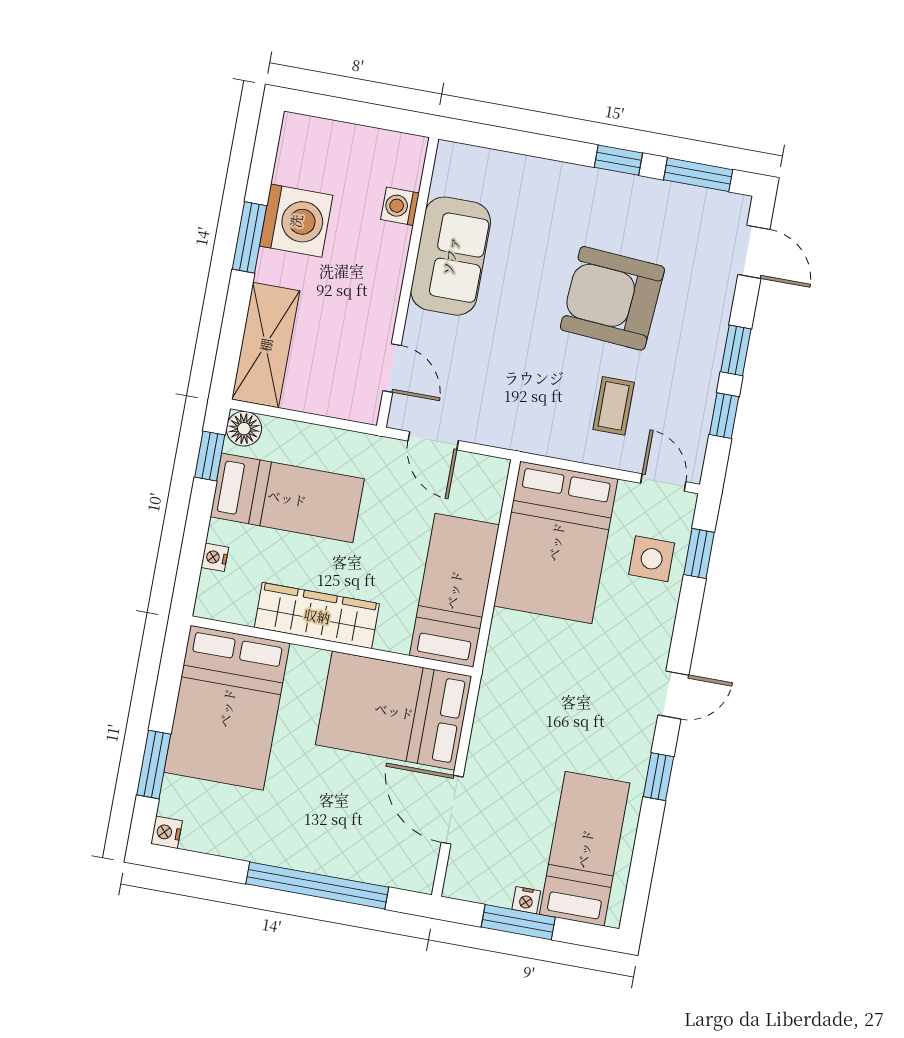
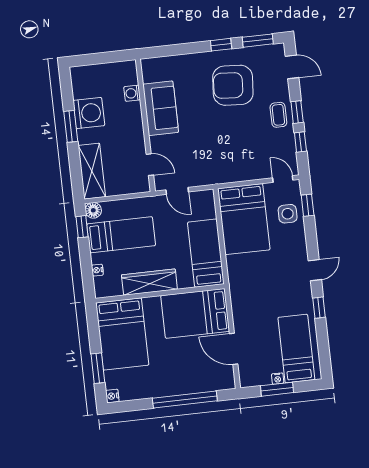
armchair: (612, 298) -> (233, 85), moved
coffee table: (614, 406) -> (278, 115), moved

